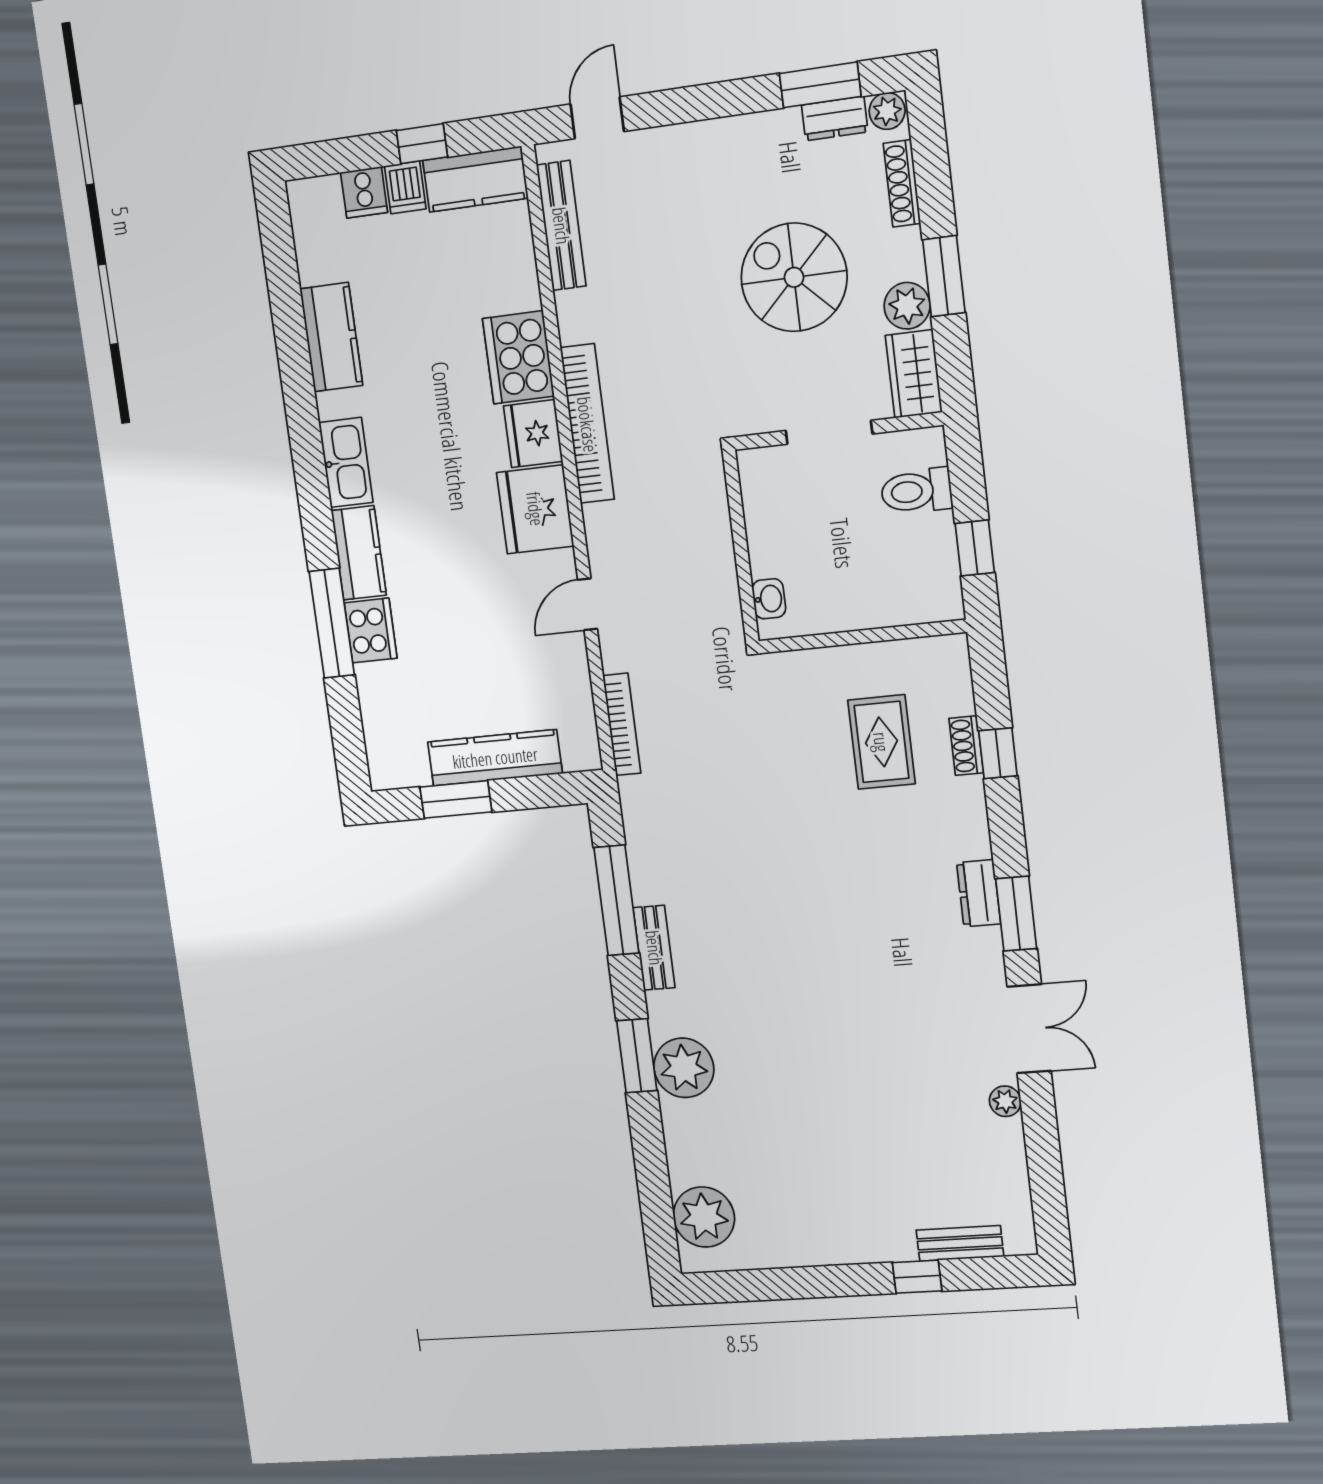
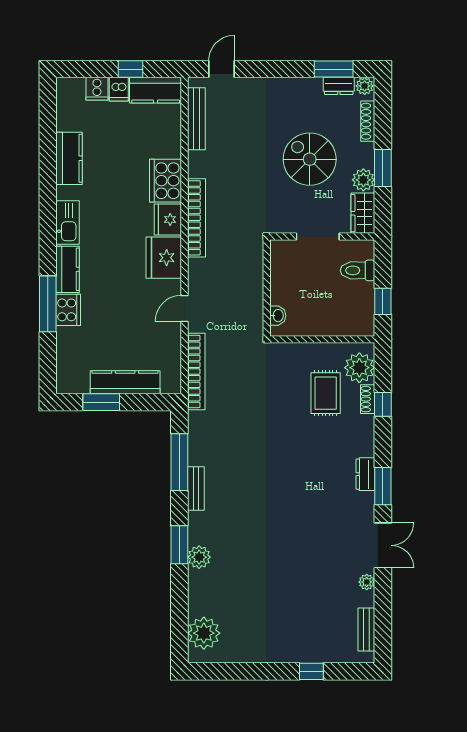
plant: (943, 685) -> (359, 368), added
bookcase: (622, 724) -> (196, 371), width x1.48, depth x1.31
plant: (684, 1068) -> (199, 557), width x0.73, depth x0.73
bench: (960, 1243) -> (366, 629), moved, turned 90

